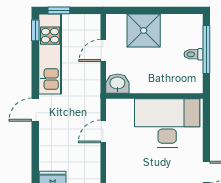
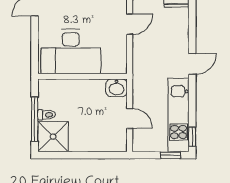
shower: (144, 30) -> (53, 137), moved
door: (103, 50) -> (130, 118), hinge flipped
door: (103, 131) -> (130, 24), moved

